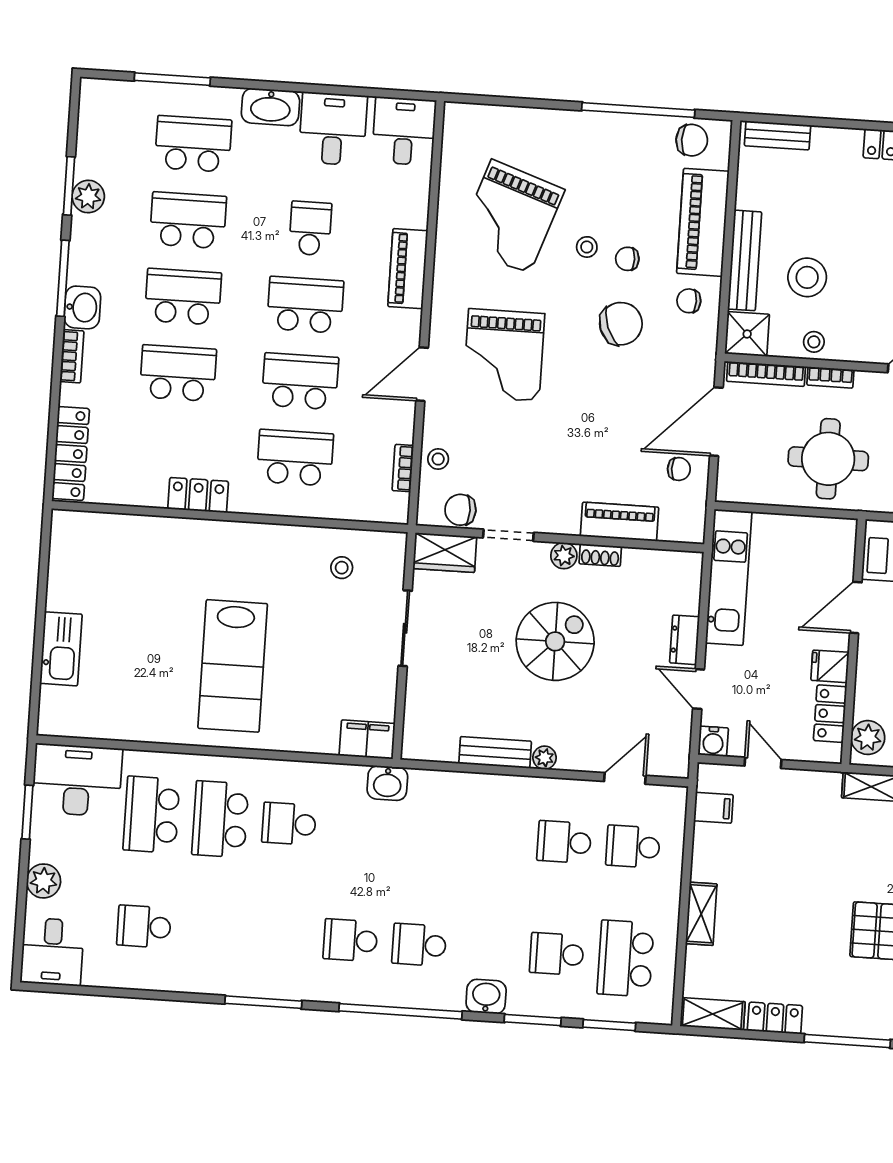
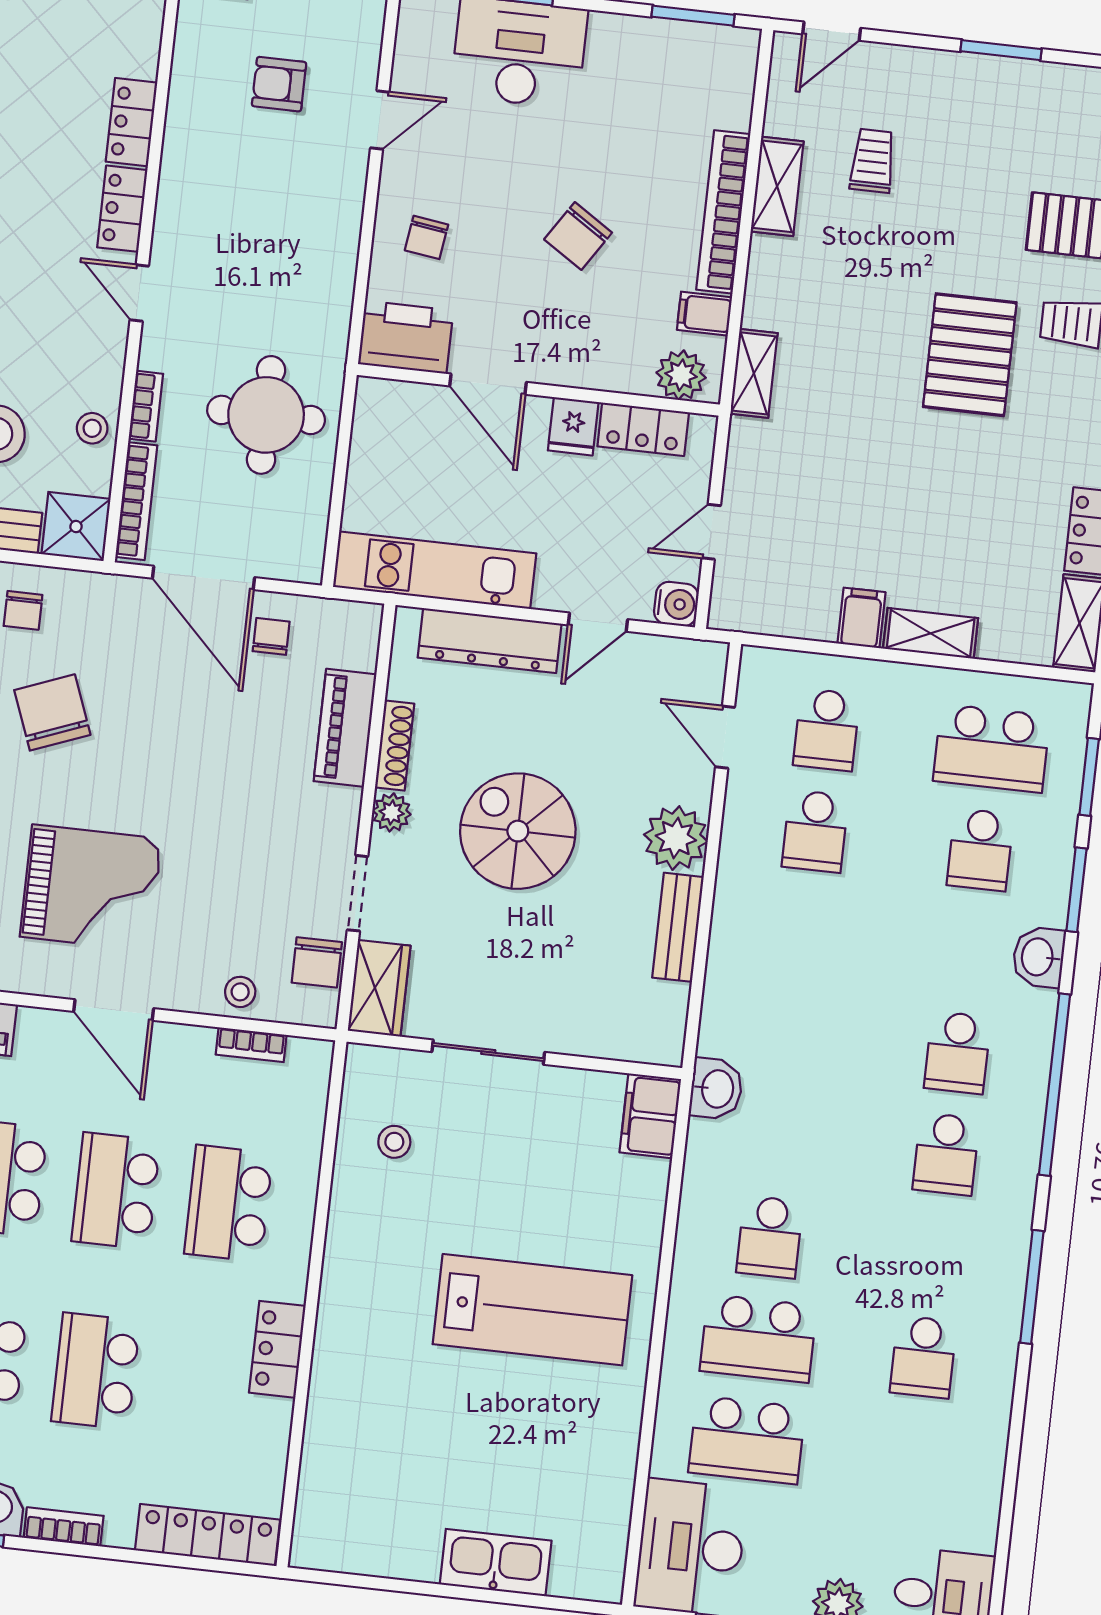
shoe rack: (600, 555) -> (395, 746), width x1.43
dresser: (685, 640) -> (490, 641), width x1.96, depth x1.24
plant: (544, 758) -> (676, 838), width x1.88, depth x1.88
filing cabinet: (713, 808) -> (861, 618), moved
school desk: (144, 927) -> (923, 1357), moved

